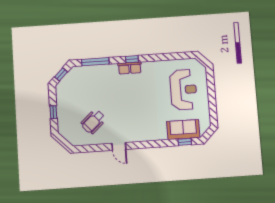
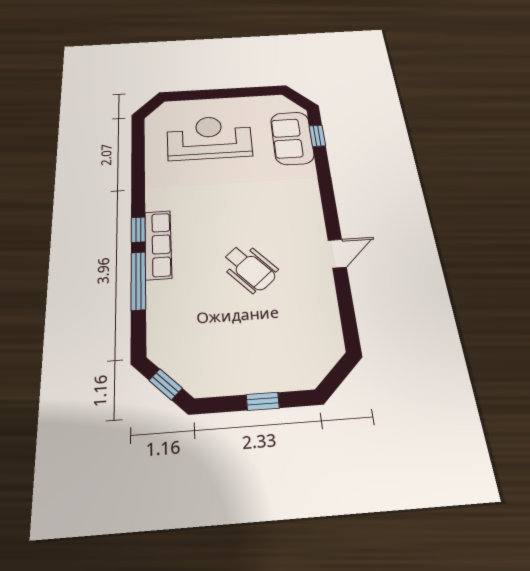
window: (95, 62) -> (138, 281), moved
row of seats: (130, 68) -> (158, 245), width x1.48
wheelchair: (93, 122) -> (250, 268), moved

